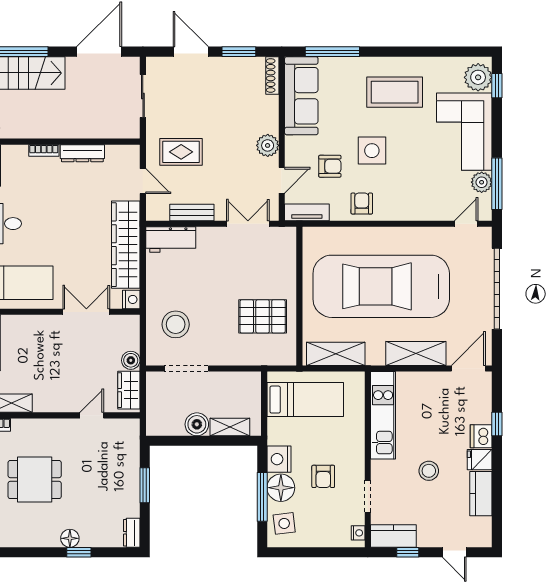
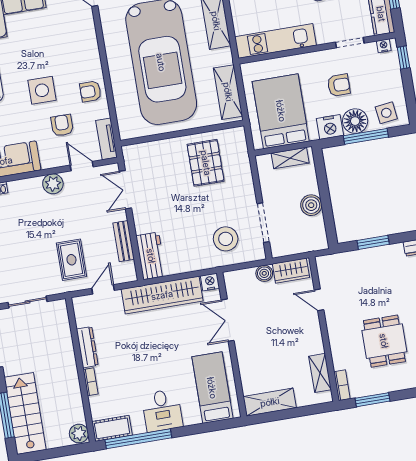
bed: (305, 400) -> (281, 111), width x1.50
shelving: (230, 427) -> (290, 158), moved, turned 90
window: (342, 552) -> (403, 58), added

